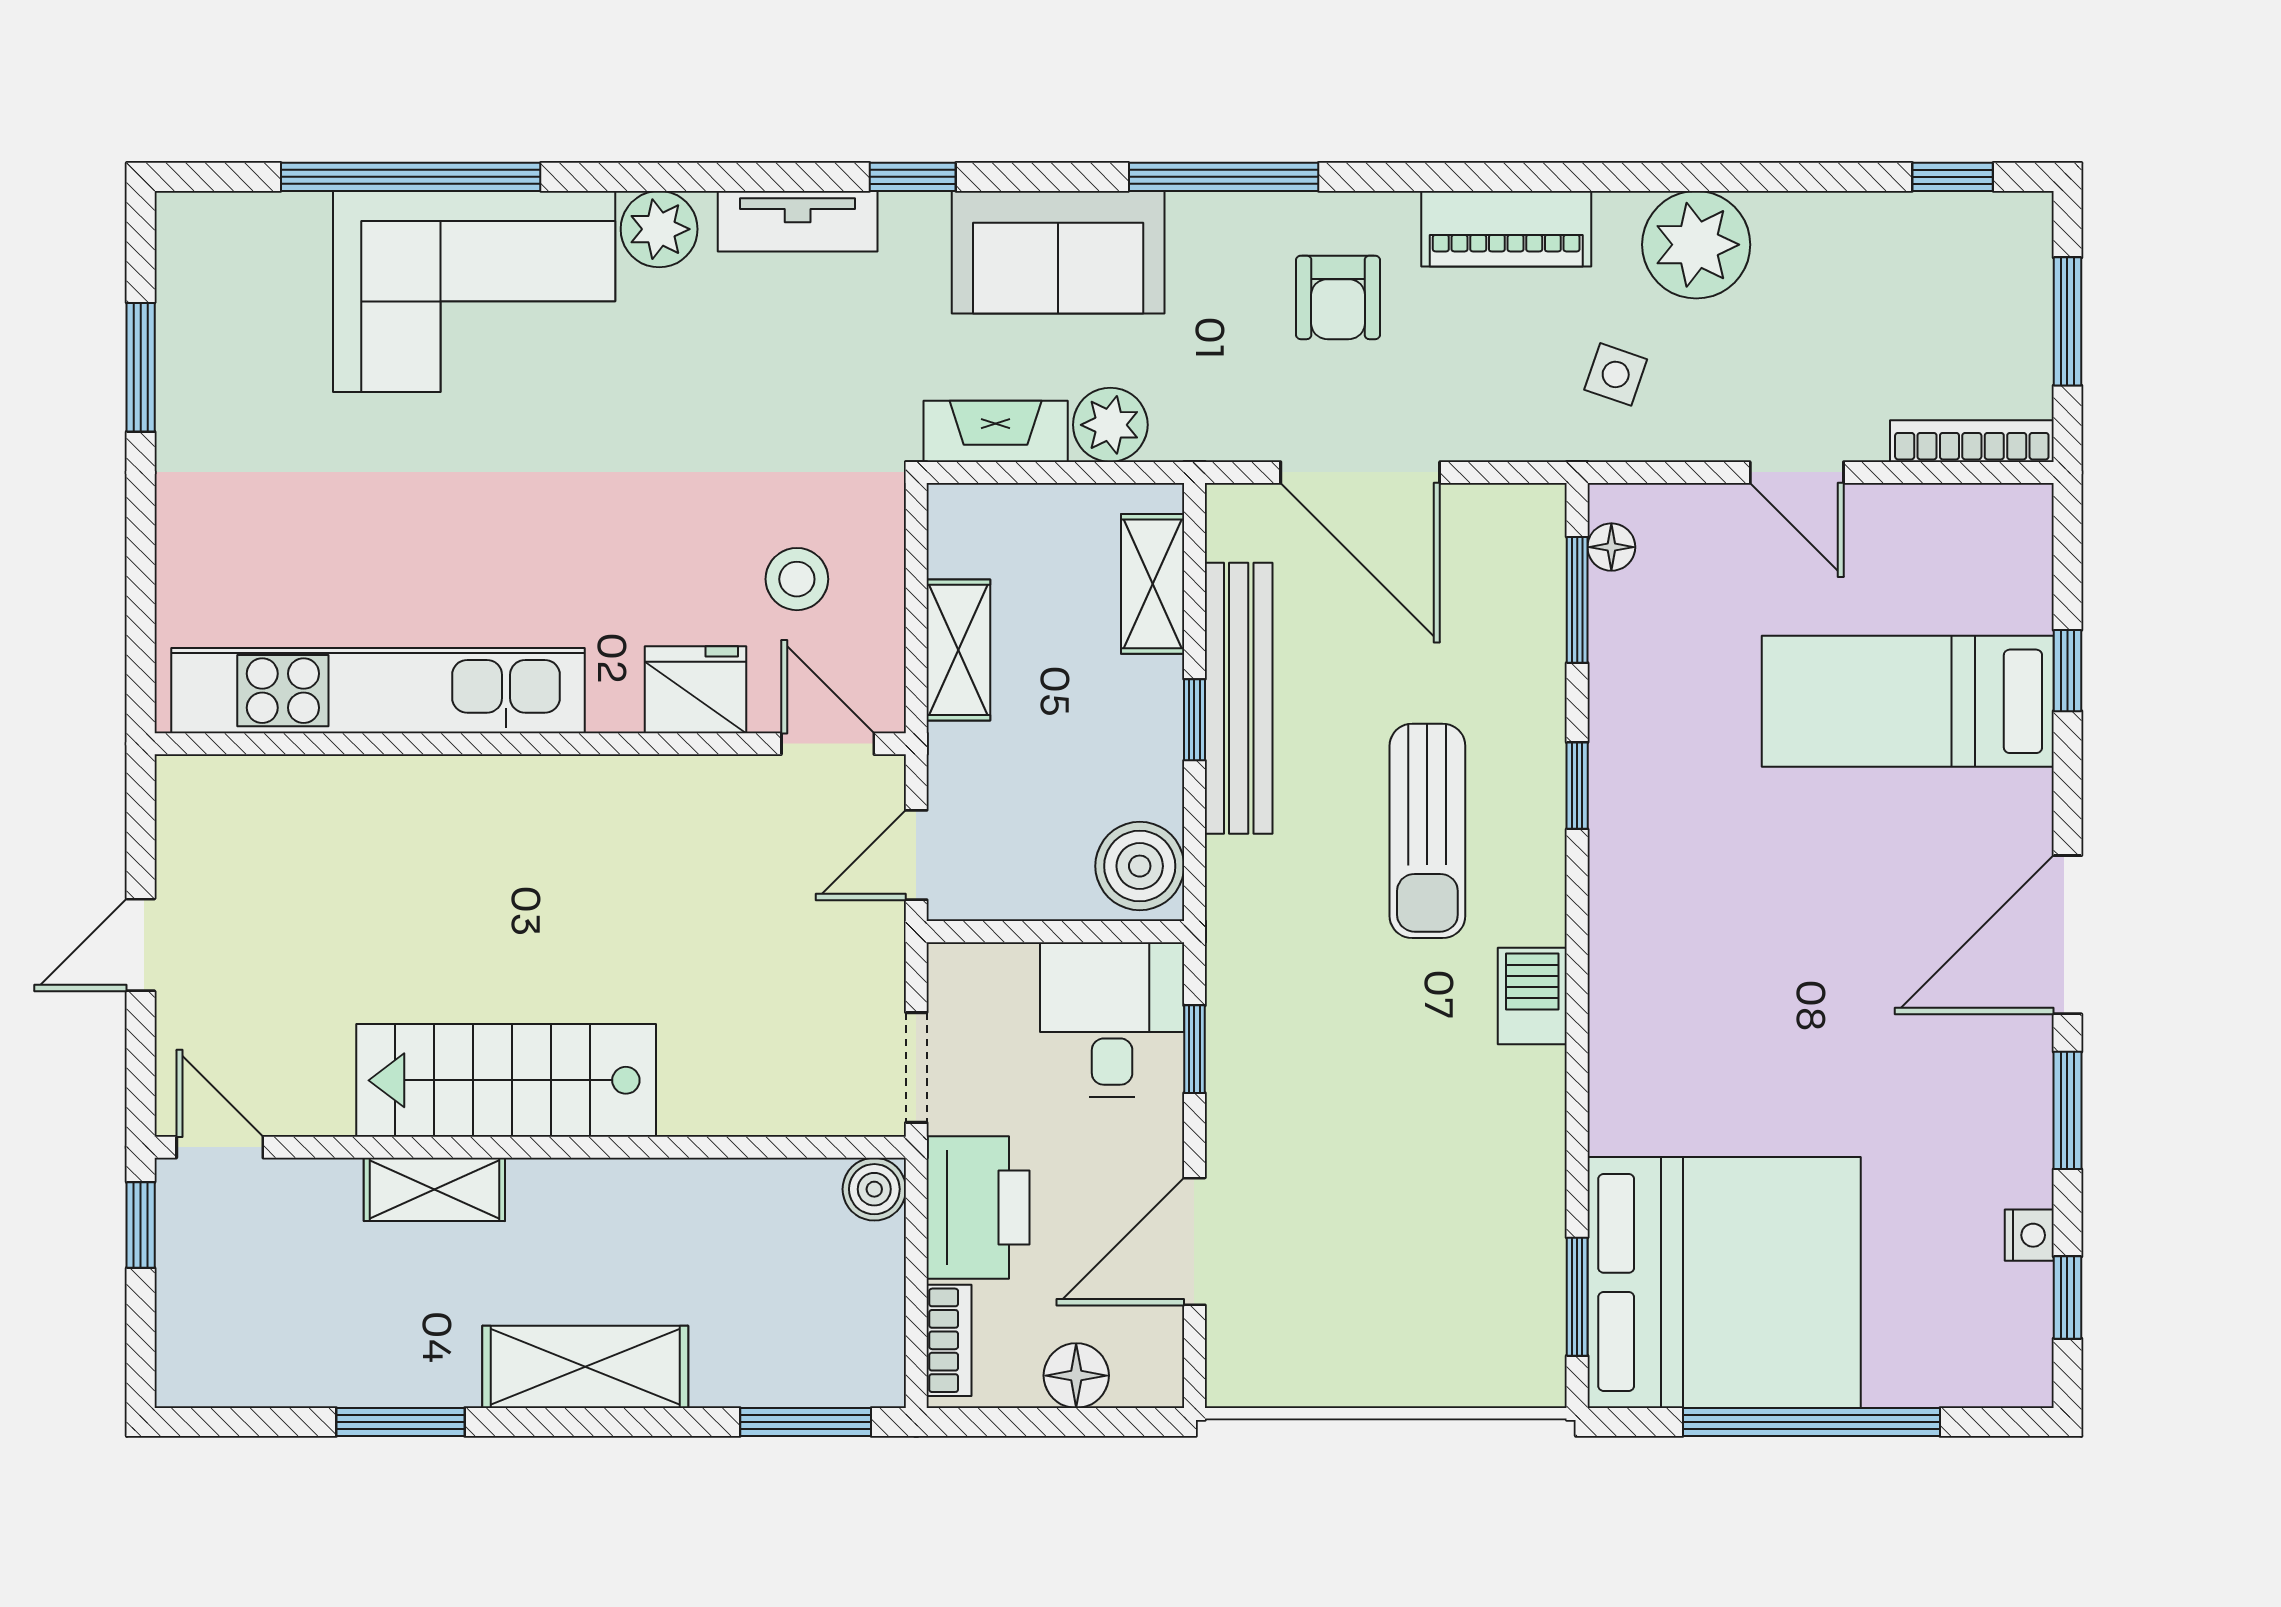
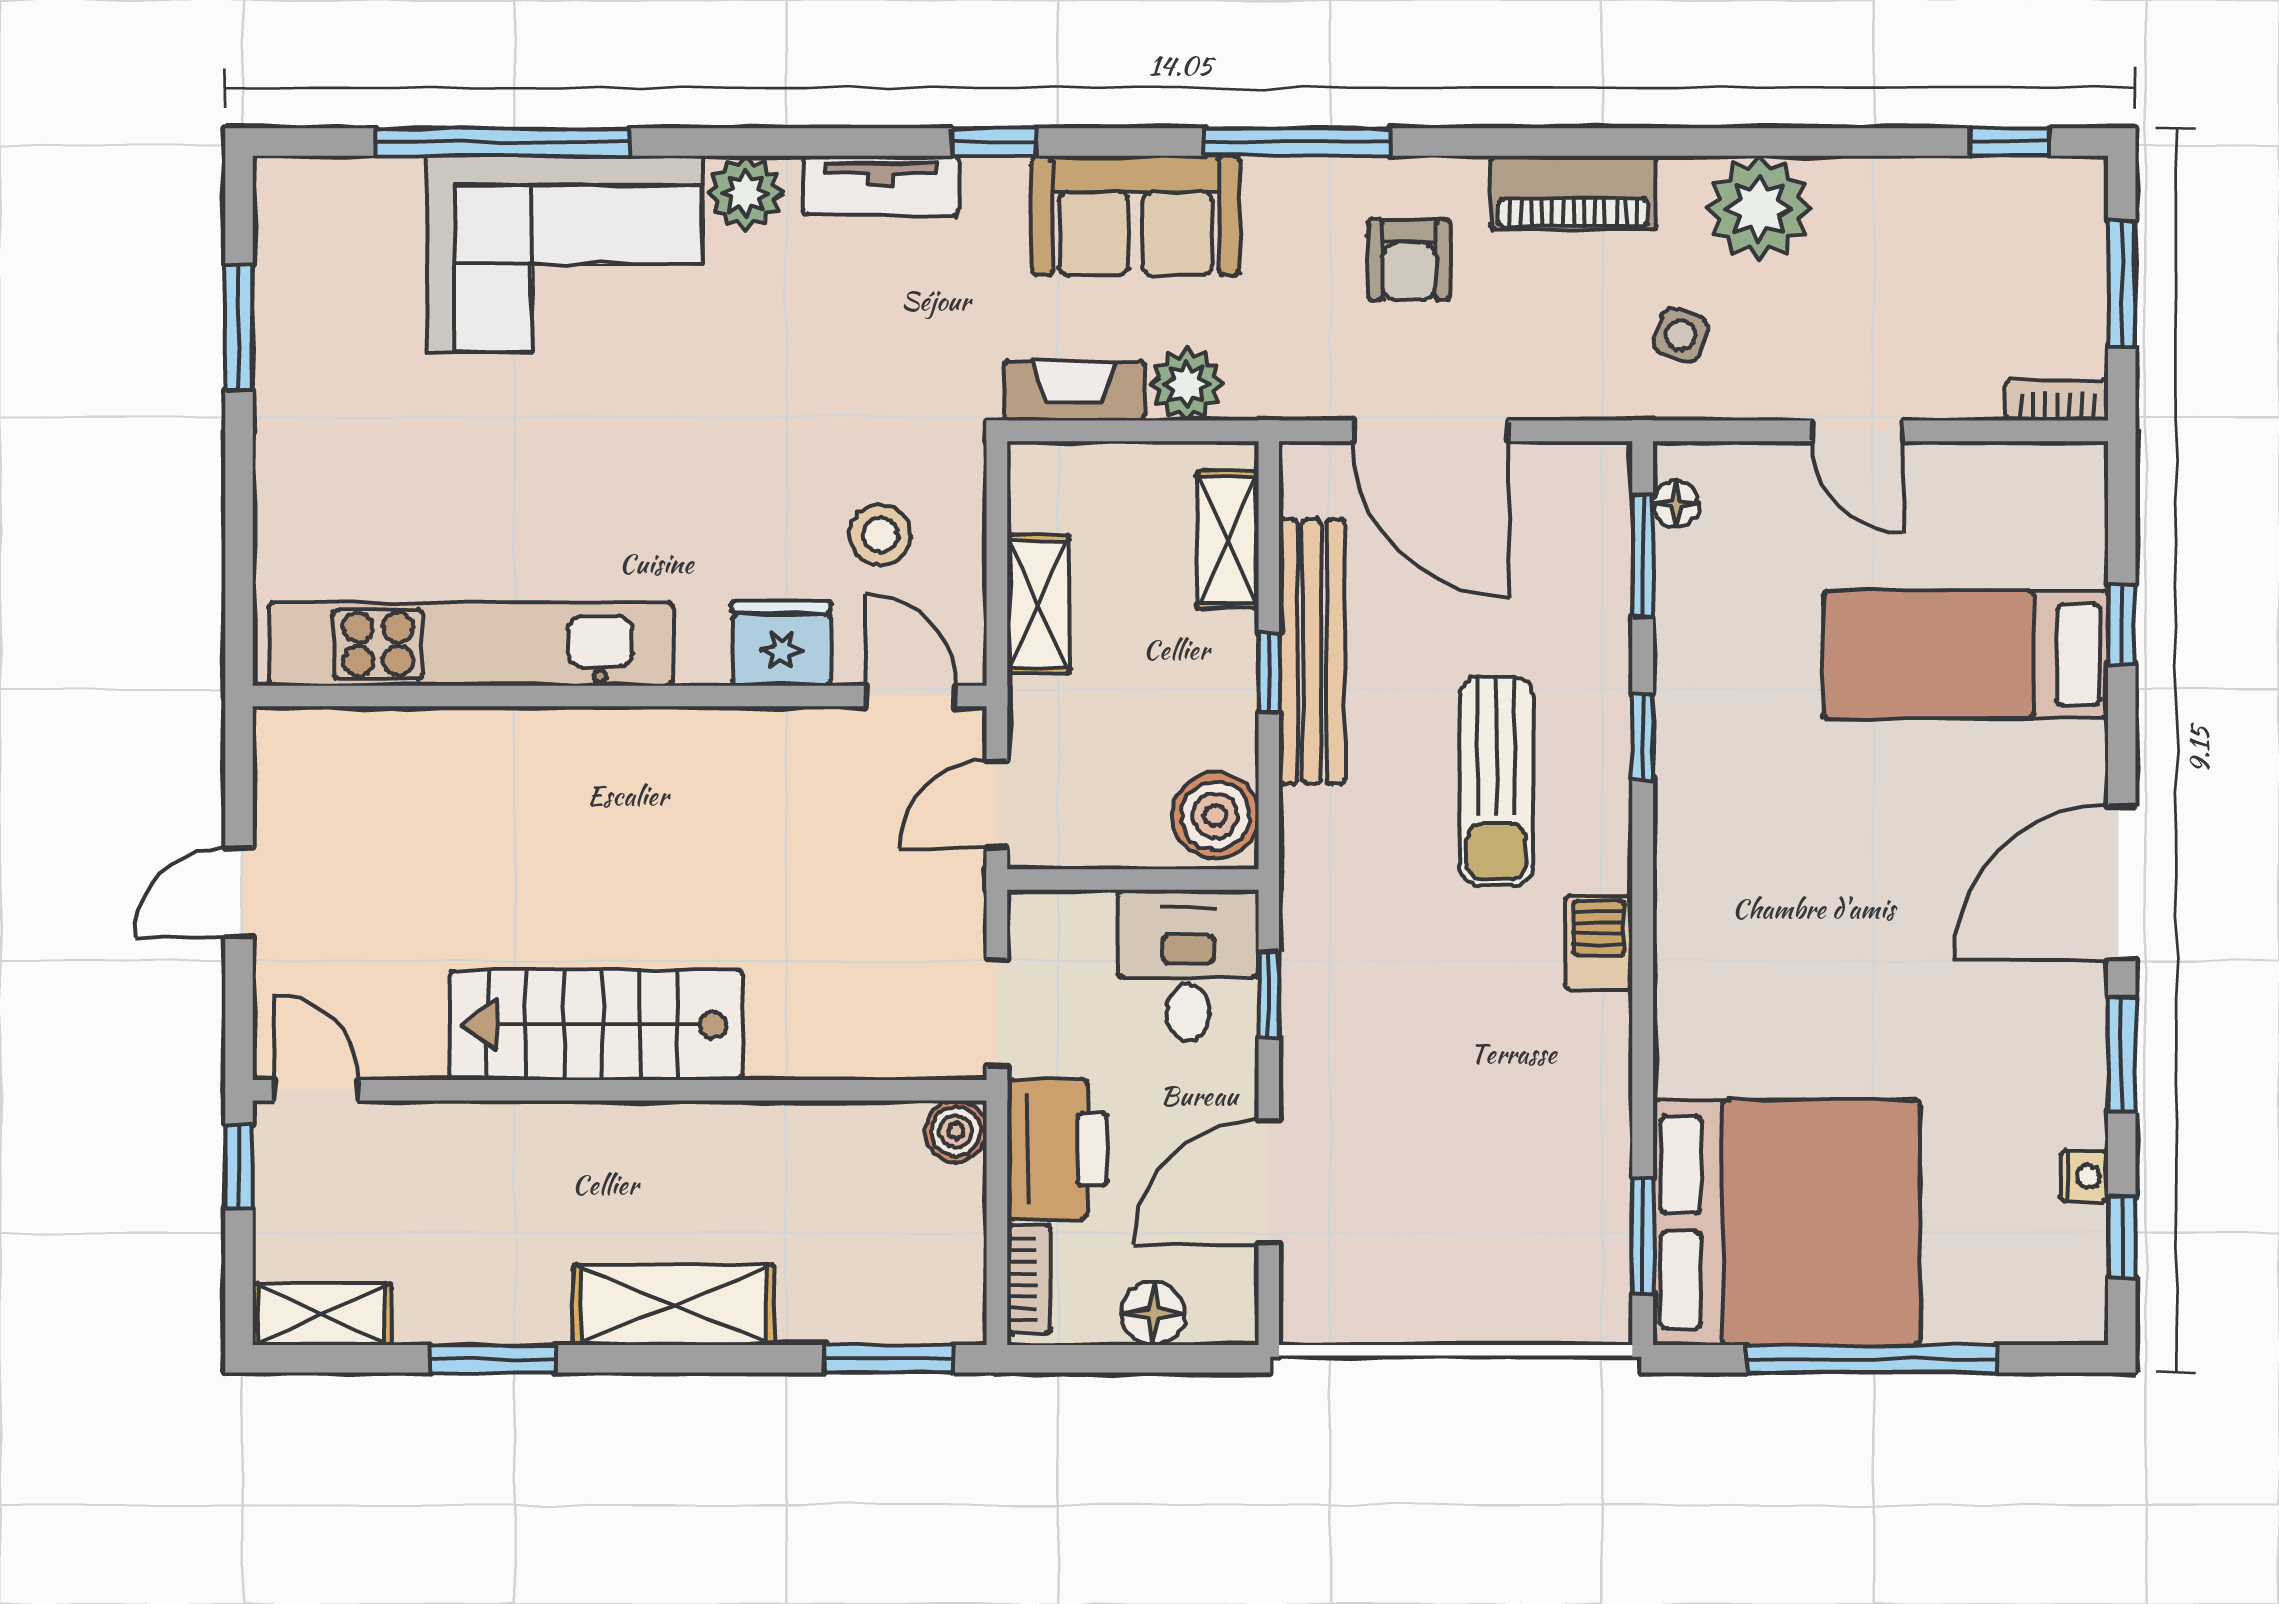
bookcase: (1972, 441) -> (2057, 400), width x0.64
shelving: (434, 1189) -> (321, 1314), moved

